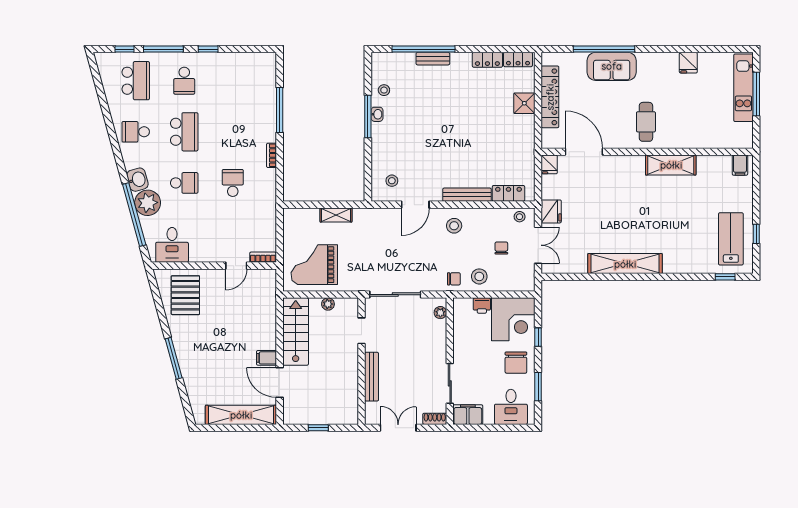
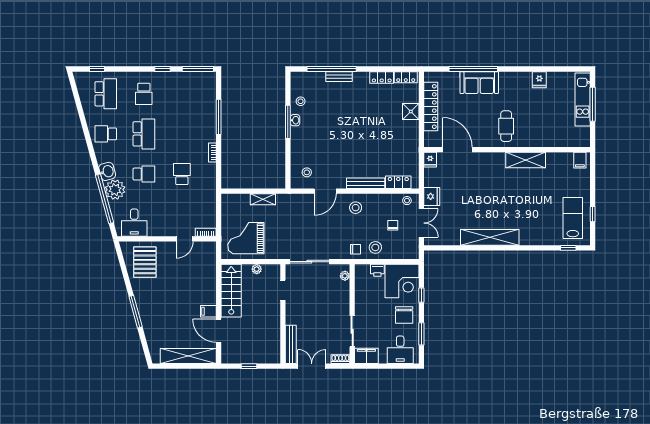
window: (163, 49) -> (198, 69), moved
bench: (372, 377) -> (291, 344), moved

